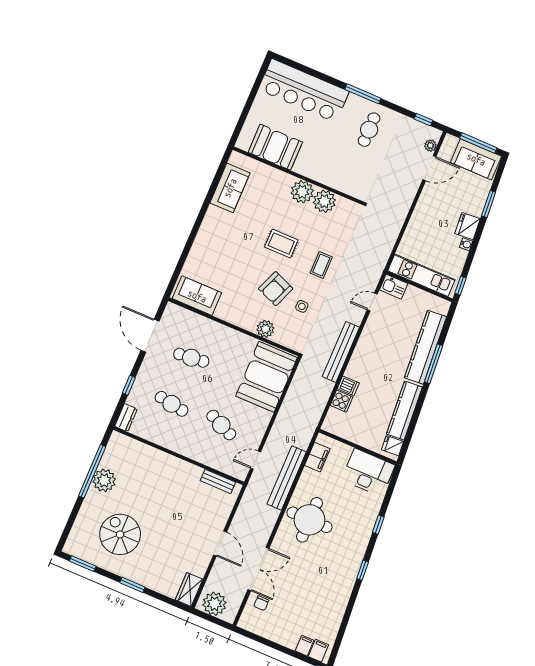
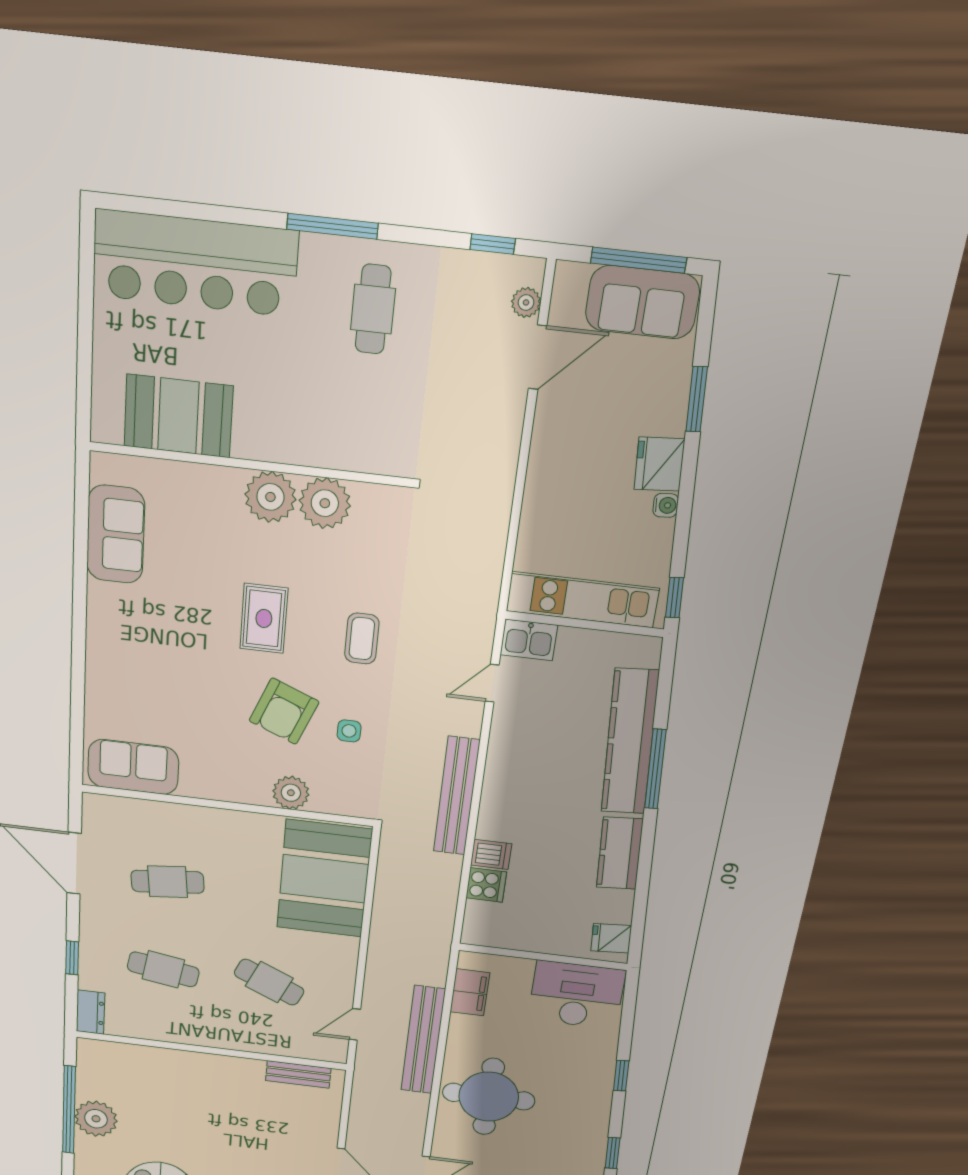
rug: (281, 244) -> (264, 618), turned 90
kitchen counter: (404, 411) -> (620, 853), width x0.67

